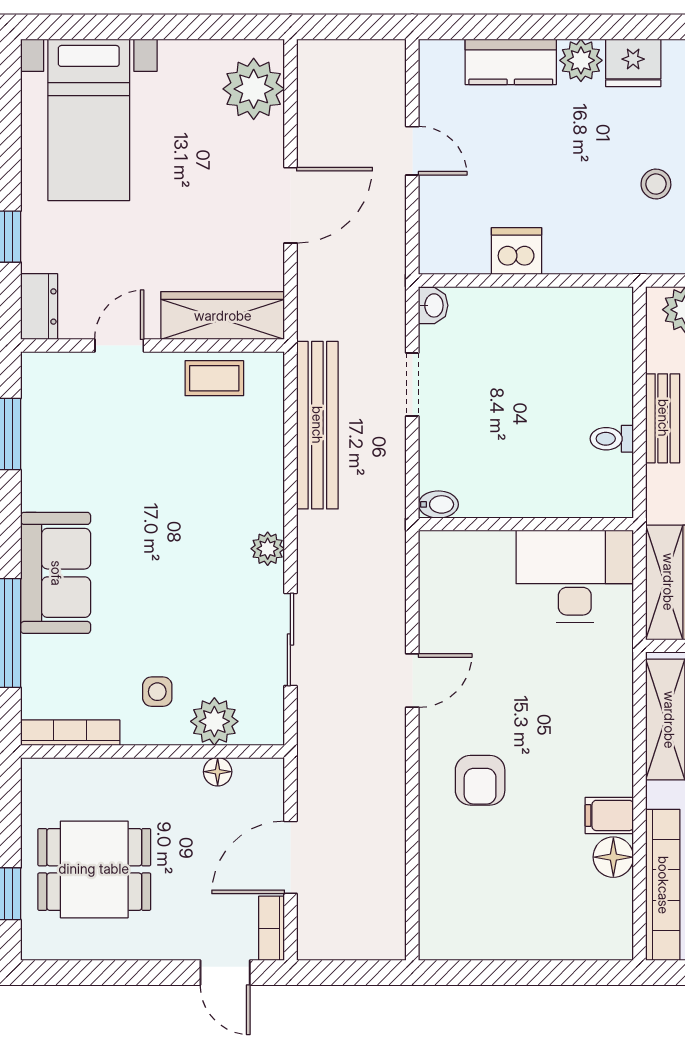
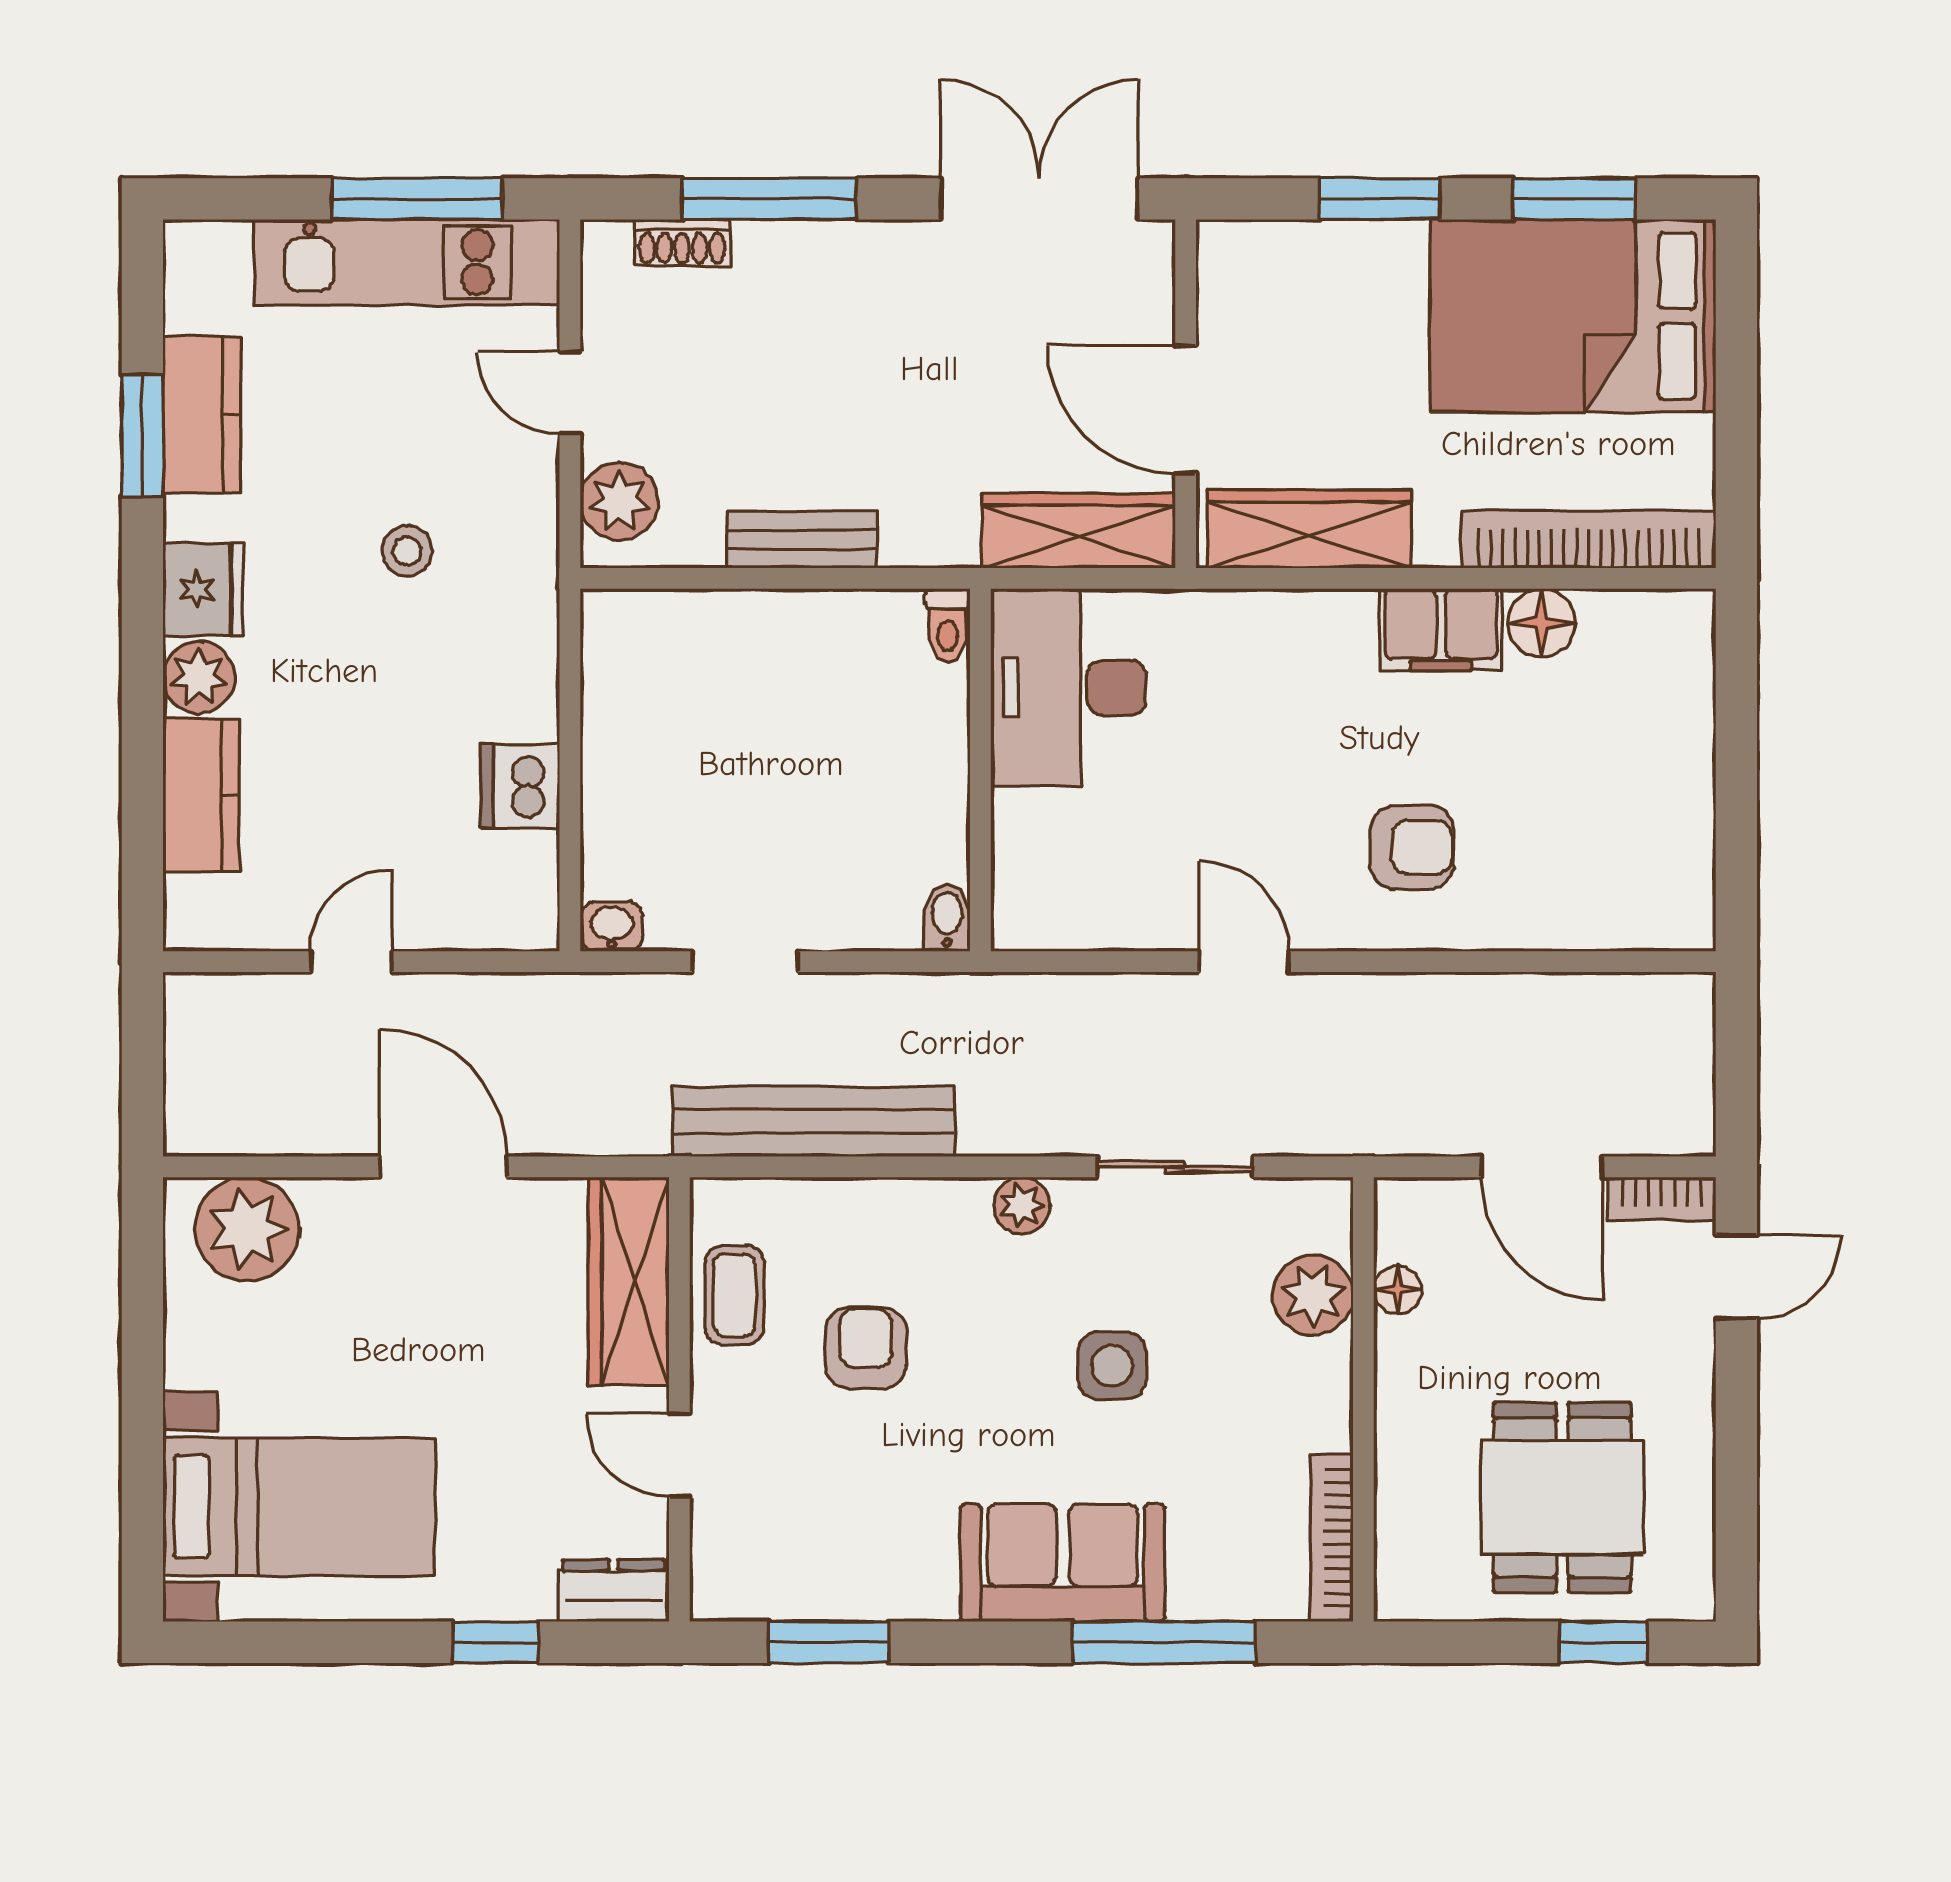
toilet: (612, 439) -> (948, 625), moved
armchair: (183, 456) -> (866, 1348), added
side table: (157, 692) -> (1112, 1366), moved, width x1.37, depth x1.37
filing cabinet: (609, 815) -> (1441, 629), width x2.00

